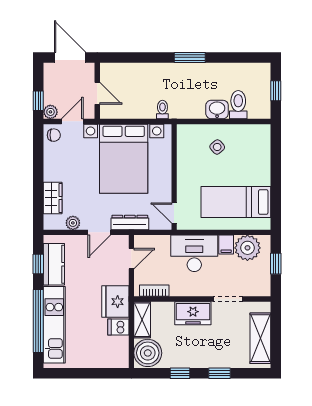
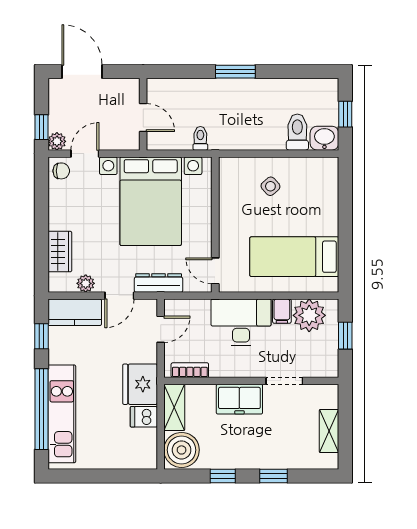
wall: (97, 91) -> (143, 114), moved
door: (97, 93) -> (143, 117), moved
washbasin: (217, 109) -> (324, 138), moved
kitchen counter: (54, 264) -> (75, 312), moved, turned 90
shelving: (260, 338) -> (329, 431), width x0.67, depth x0.75

